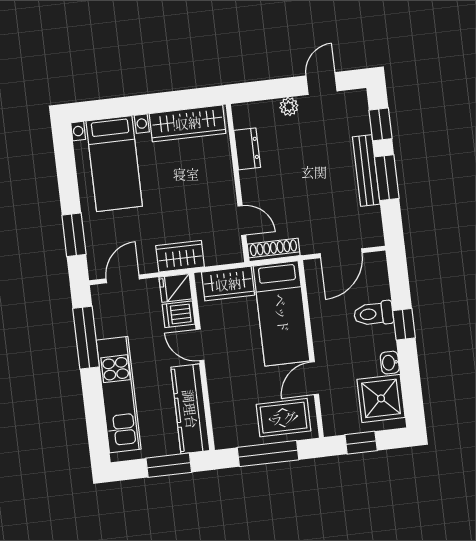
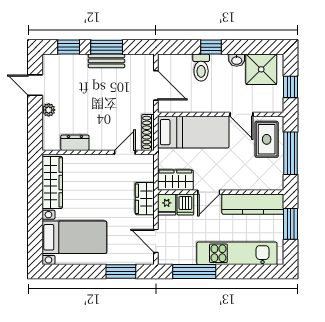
bench: (366, 170) -> (106, 61), width x0.73
wardrobe: (228, 284) -> (175, 180), moved, turned -90

